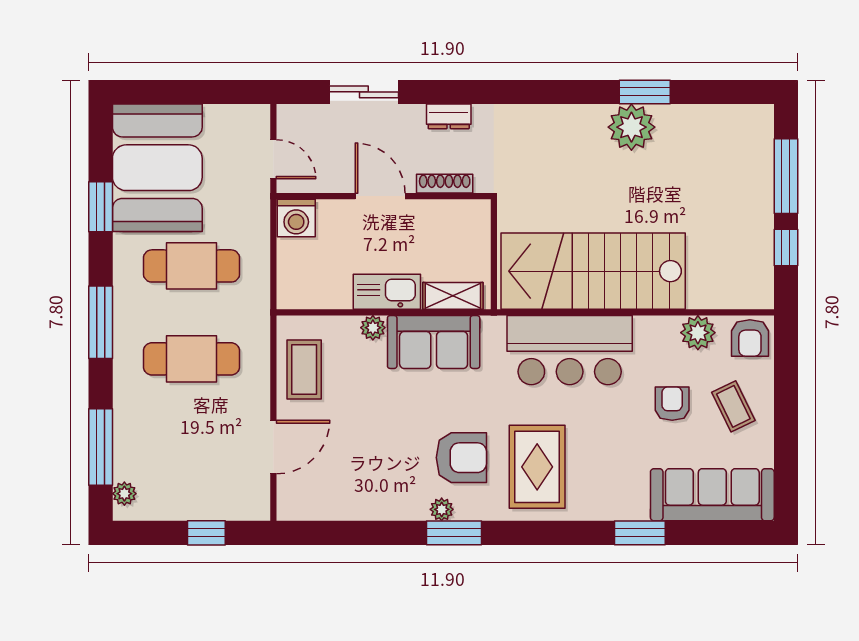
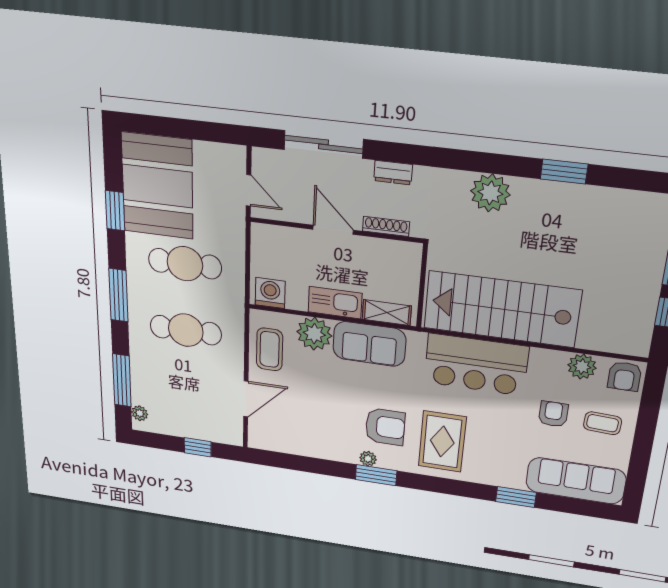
sliding door: (364, 92) -> (323, 144), width x1.37
plant: (631, 127) -> (490, 193), moved
washing machine: (296, 218) -> (270, 293), moved, turned 180
plant: (373, 328) -> (314, 334), width x1.87, depth x1.87
coffee table: (733, 406) -> (603, 423), turned -61

